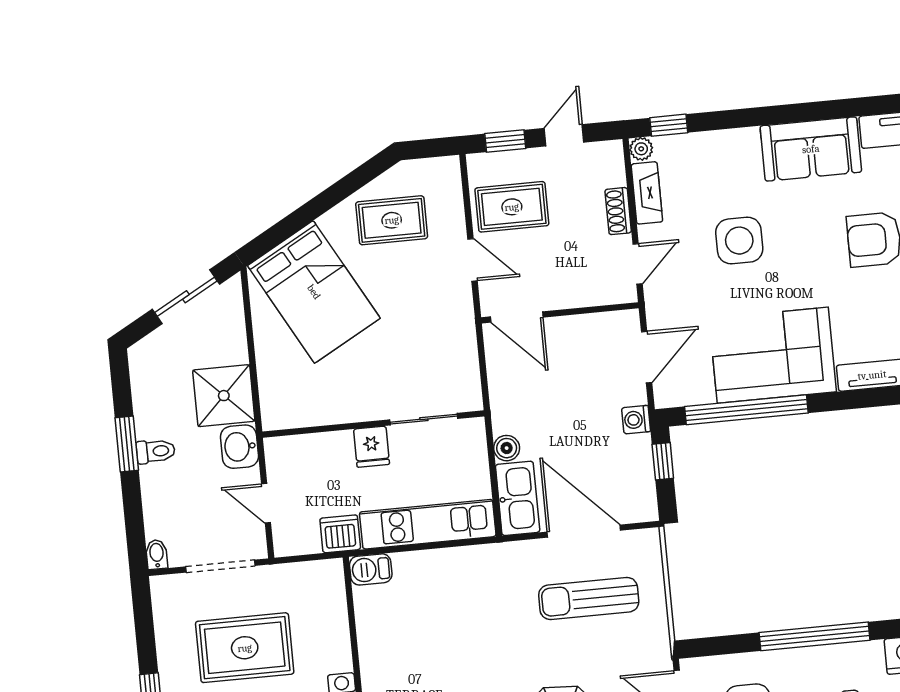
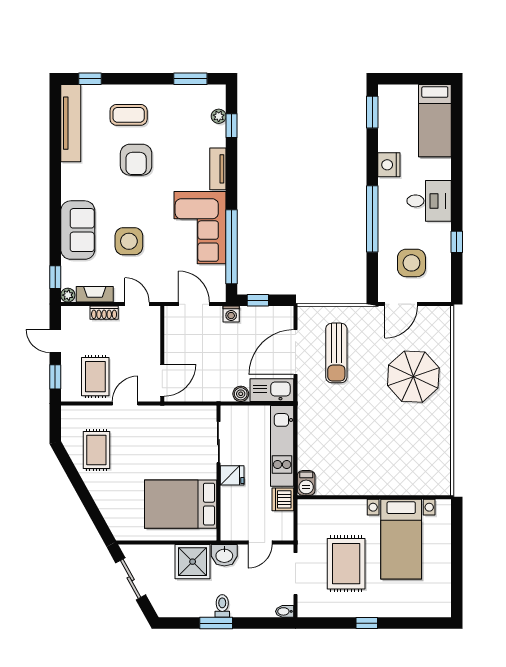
sofa: (811, 149) -> (78, 230), moved
bed: (314, 292) -> (181, 504), moved, turned -151

